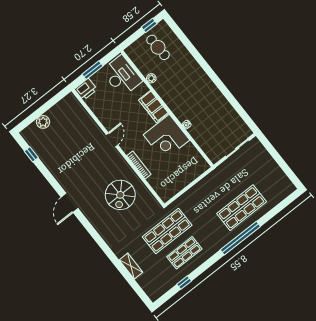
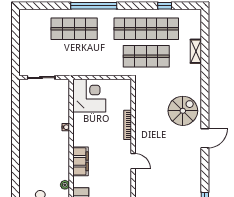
corner desk: (167, 137) -> (89, 96), moved
door: (112, 140) -> (133, 161), swing flipped
spiral stairs: (120, 195) -> (183, 111), moved
shop shelf: (184, 253) -> (146, 29), width x2.00, depth x1.36

